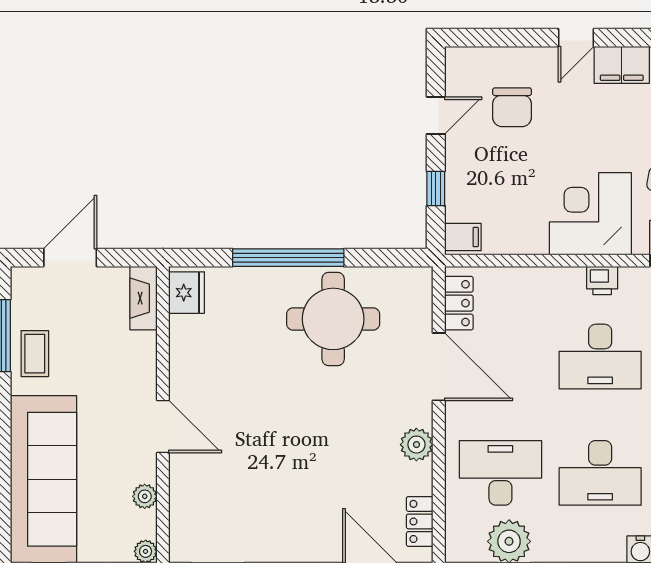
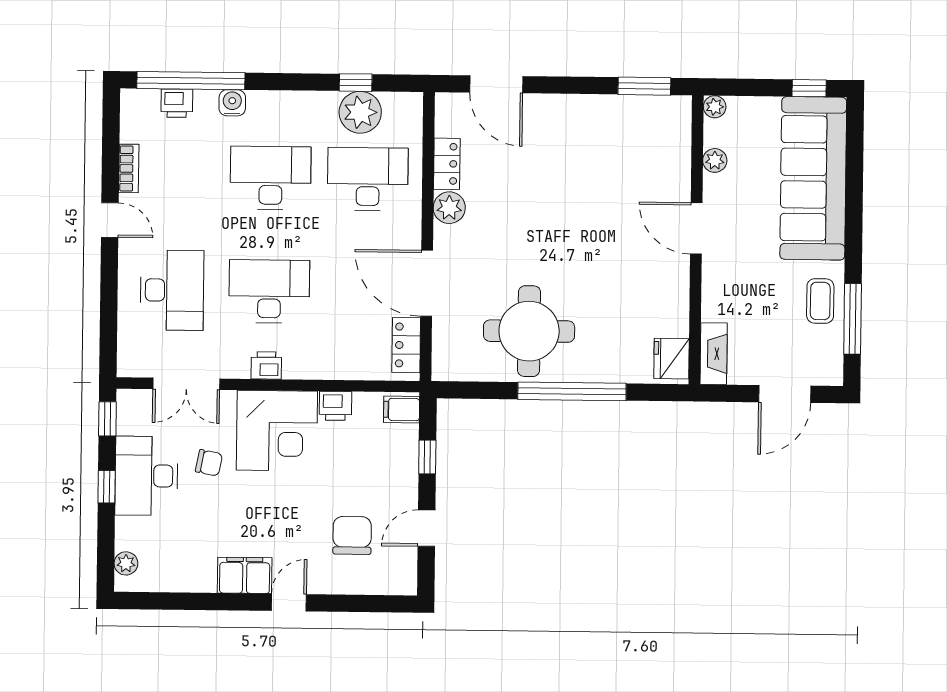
printer: (531, 240) -> (335, 406), added
desk: (500, 473) -> (368, 179), turned 180
locker: (420, 521) -> (447, 164), moved

